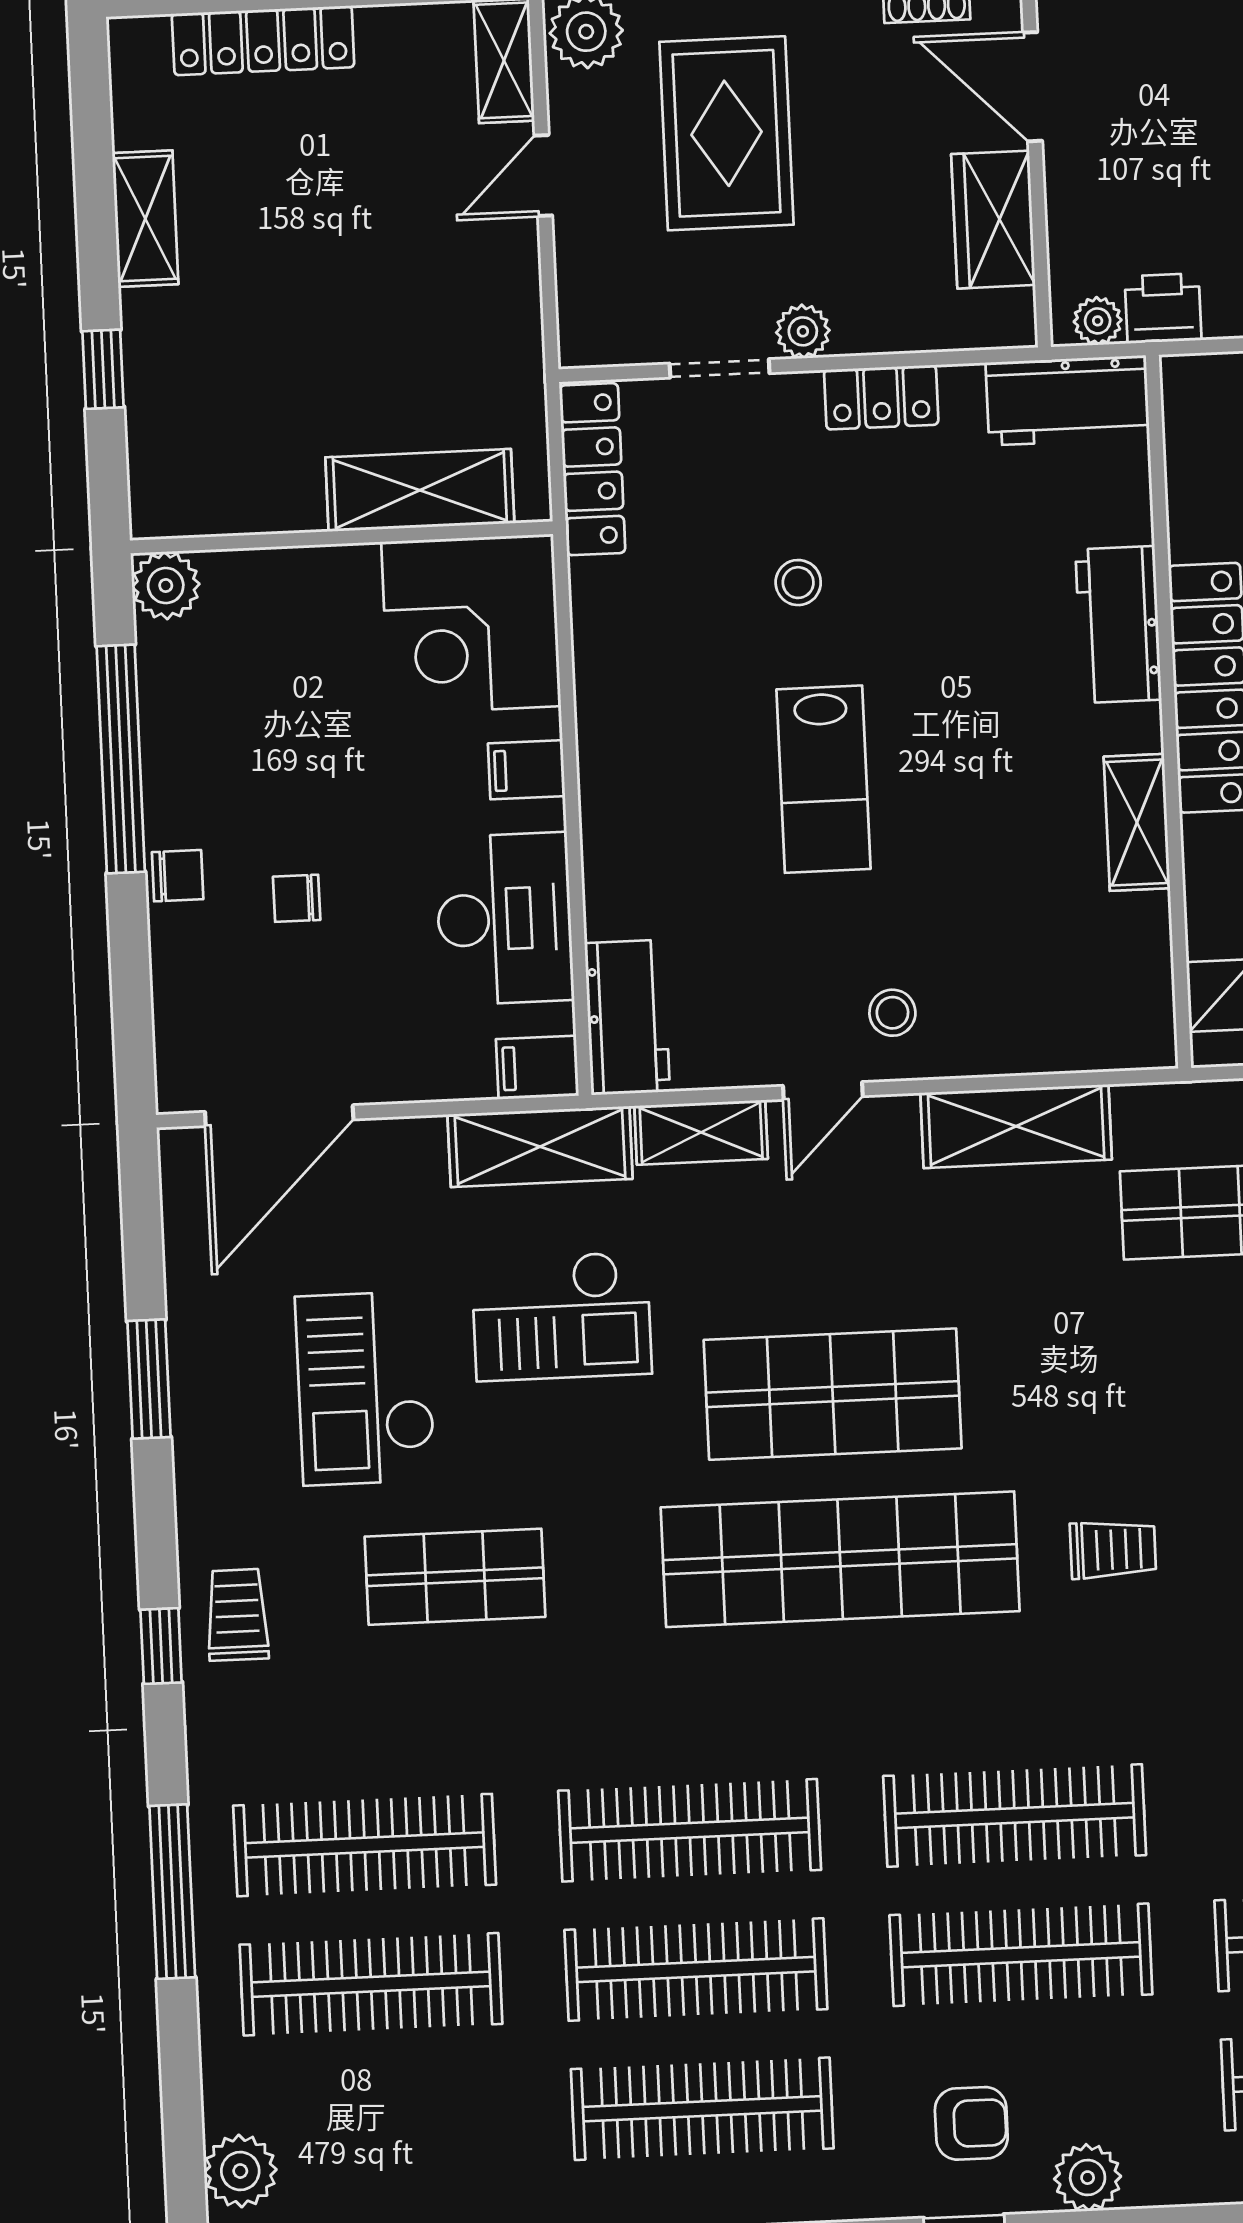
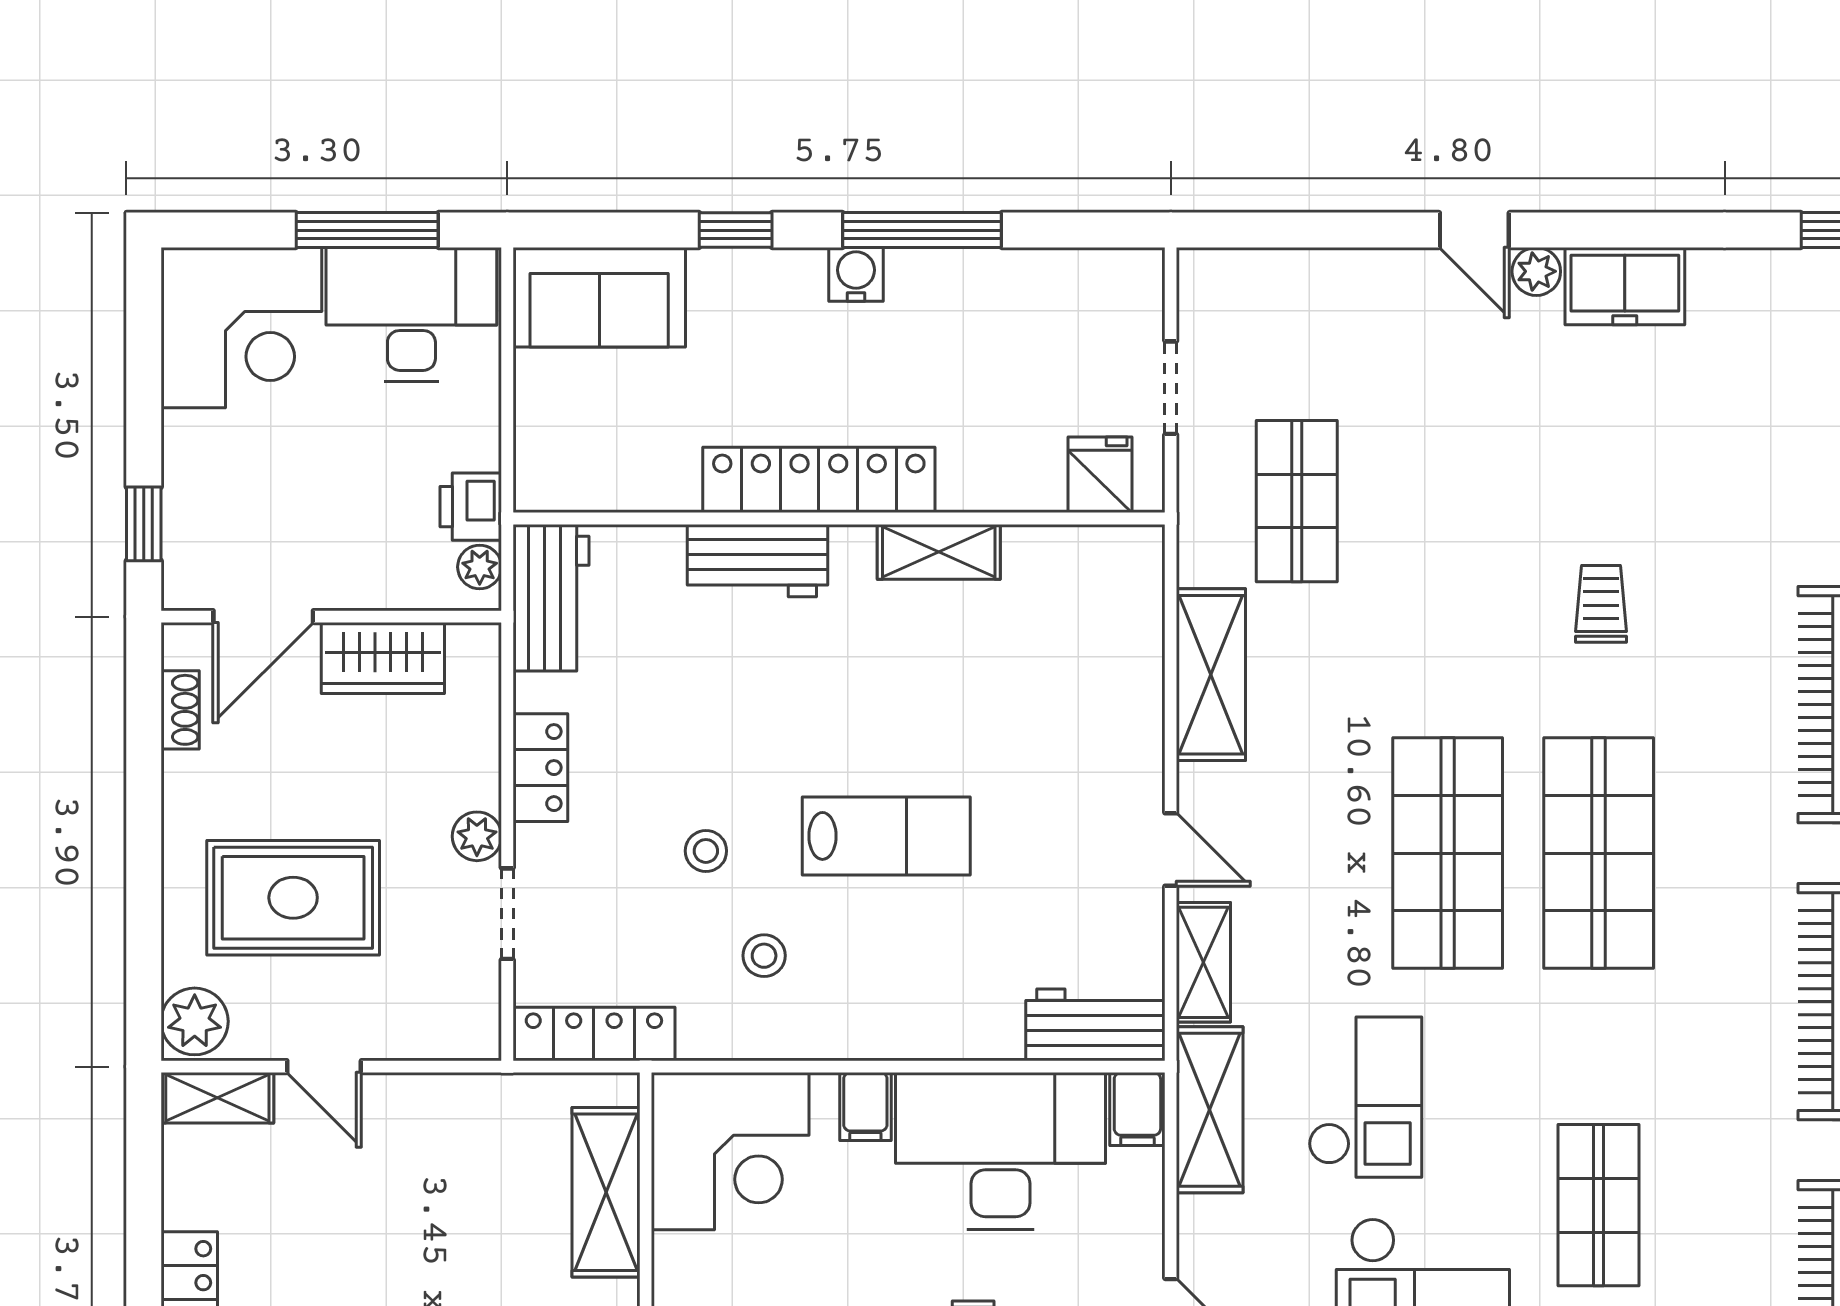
desk: (505, 919) -> (1000, 1151), width x1.36, depth x1.30
stool: (892, 1013) -> (764, 956), moved
shop shelf: (840, 1559) -> (1599, 853), width x0.71

